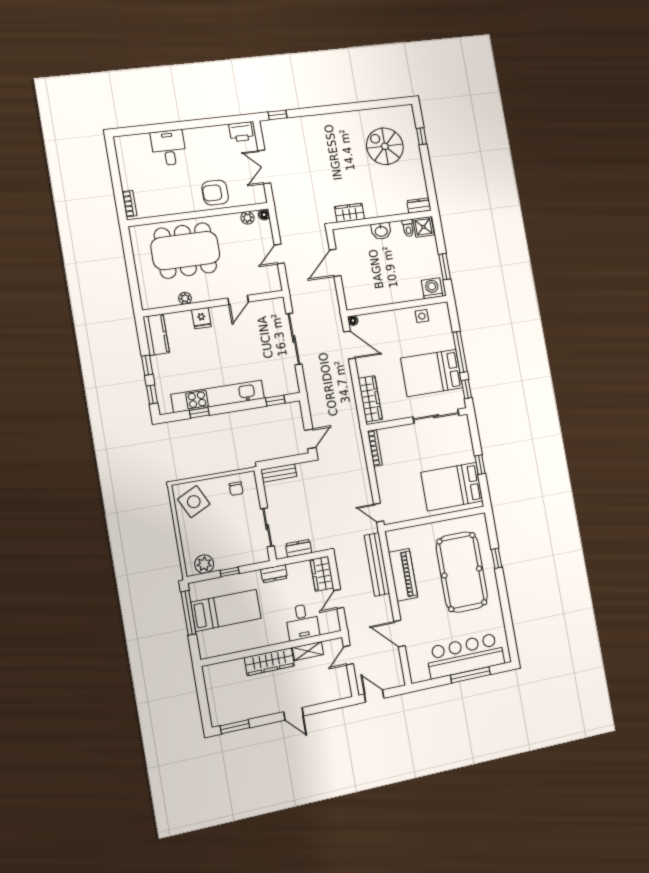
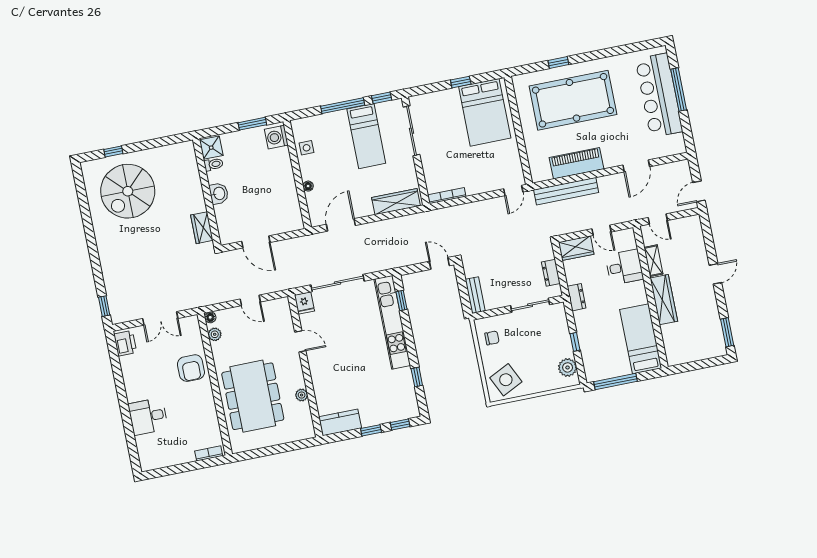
spiral stairs: (385, 146) -> (128, 191), width x1.37, depth x1.37
dresser: (419, 205) -> (189, 153), removed
fridge: (201, 318) -> (304, 303), moved, turned 90
floor lamp: (353, 321) -> (308, 186), moved
bed: (432, 373) -> (366, 136), width x0.67
kitchen unit: (218, 396) -> (392, 322), moved
bed: (226, 610) -> (641, 339), moved

